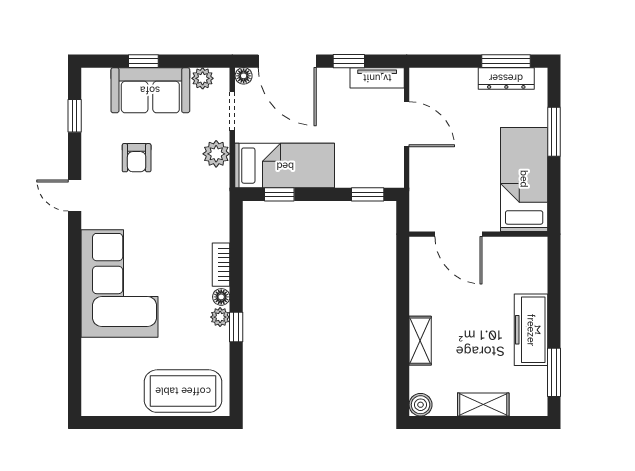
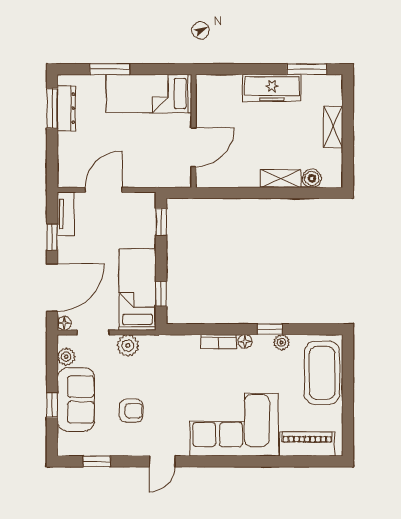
plant: (220, 317) -> (282, 342), moved
piano: (96, 373) -> (307, 444), added
boiler: (421, 405) -> (312, 178), moved

